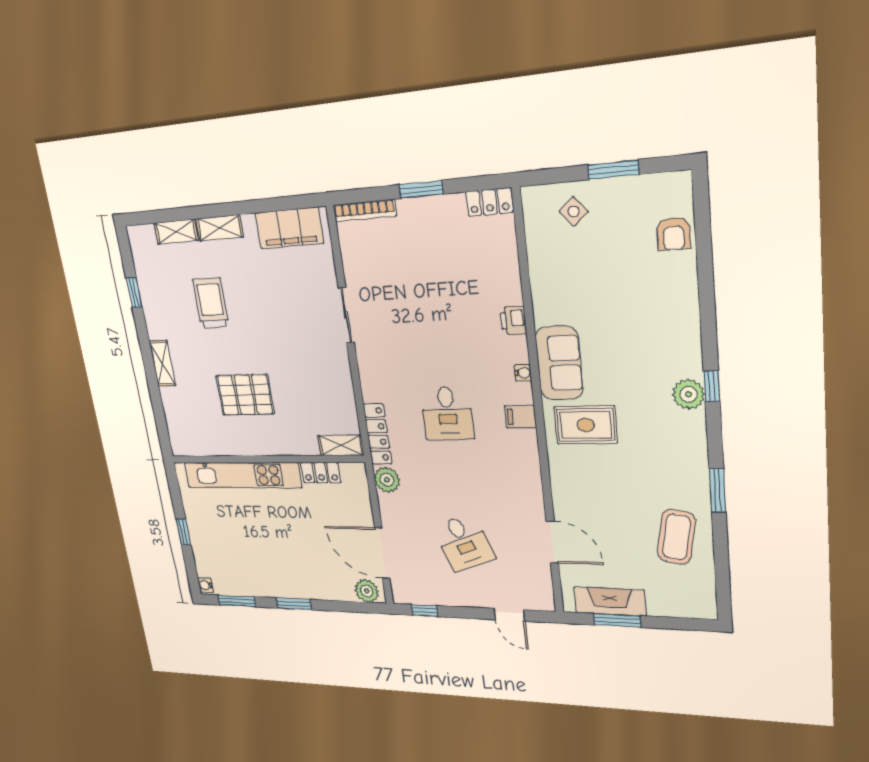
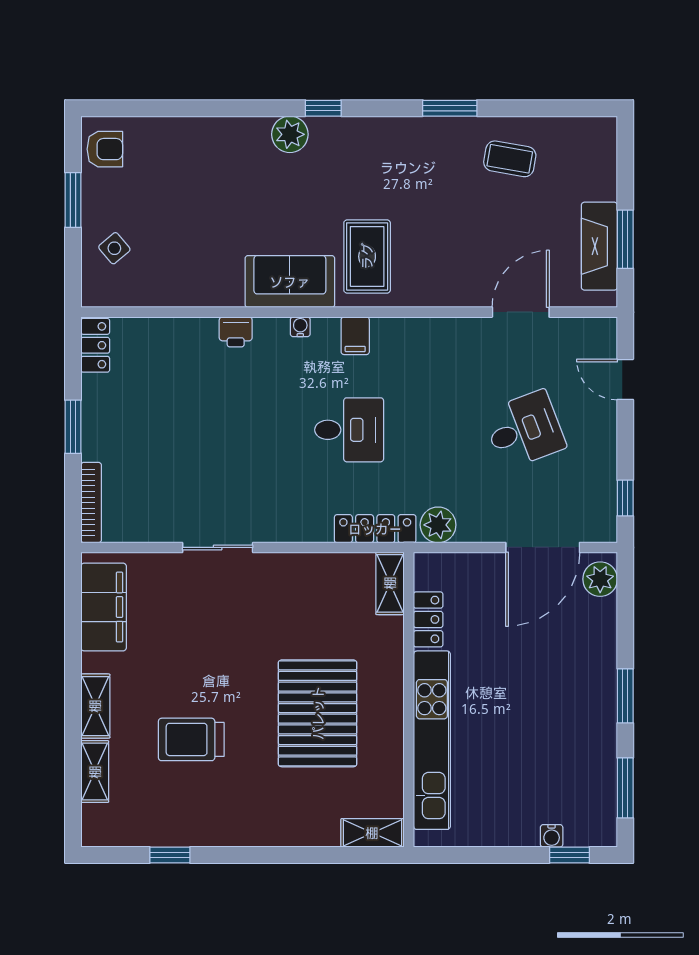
armchair: (673, 234) -> (105, 149), moved
shelving: (162, 363) -> (372, 833), moved
plant: (689, 394) -> (290, 134), moved
pallet: (245, 395) -> (318, 713), width x1.37, depth x1.41
window: (183, 532) -> (569, 855), moved
coffee table: (677, 537) -> (510, 159), width x0.73, depth x0.77
water cooler: (205, 585) -> (552, 836), moved
door: (510, 615) -> (625, 379), swing flipped

